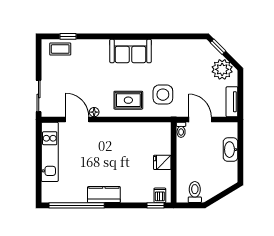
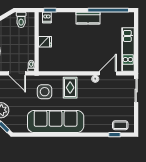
sofa: (130, 51) -> (56, 121), width x1.85, depth x1.27
rug: (128, 100) -> (70, 88), turned 90
door: (77, 120) -> (108, 73), swing flipped

